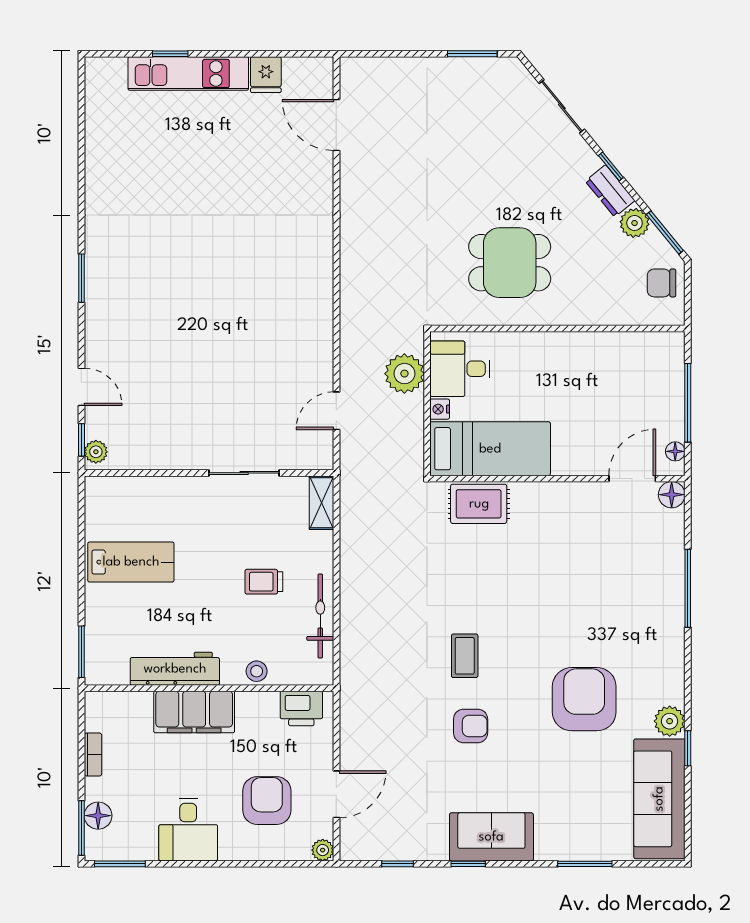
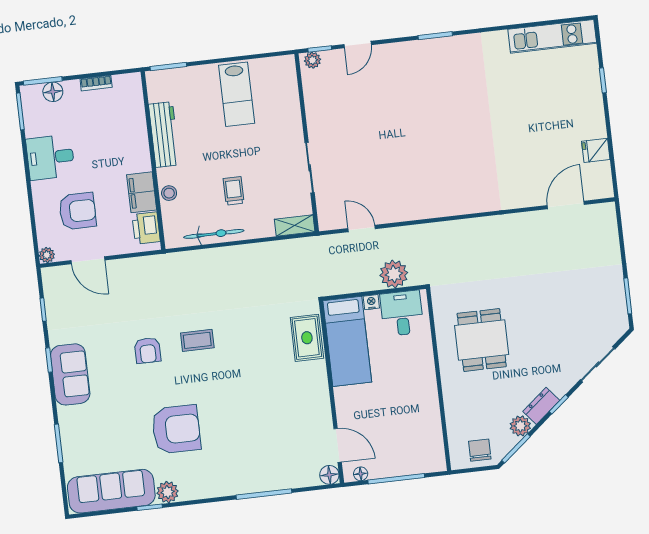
kitchen unit: (188, 73) -> (552, 36), moved, turned -90
filing cabinet: (194, 712) -> (142, 192), moved, width x0.67, depth x0.86

